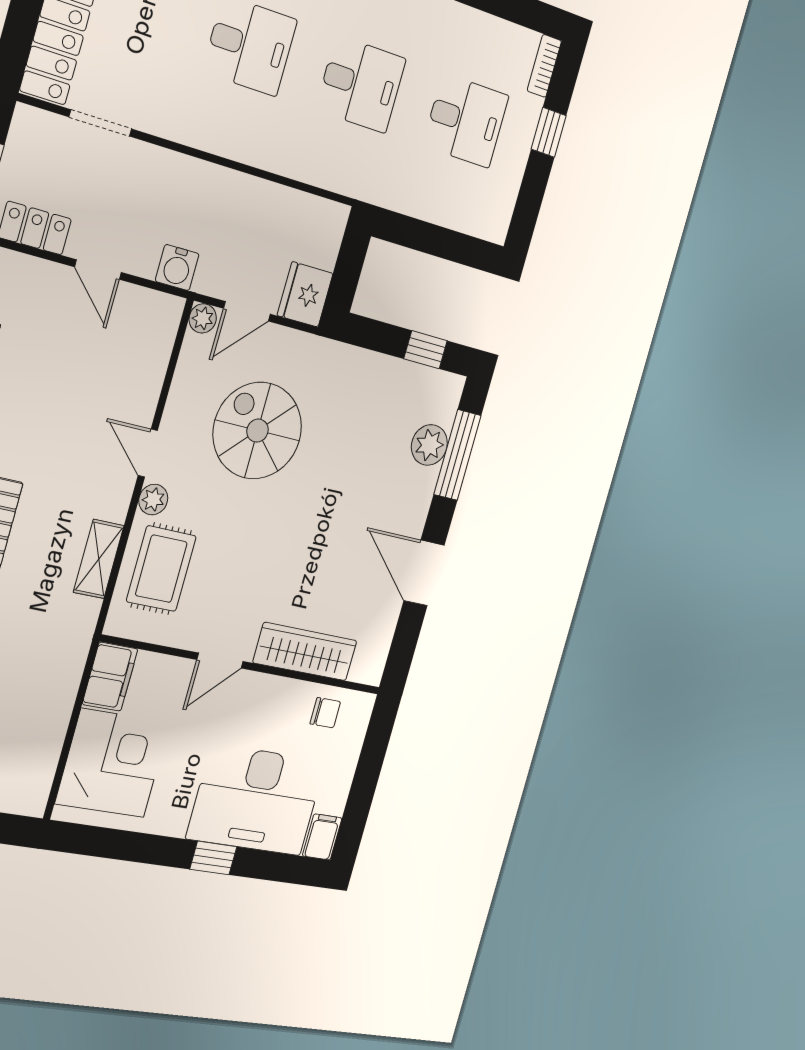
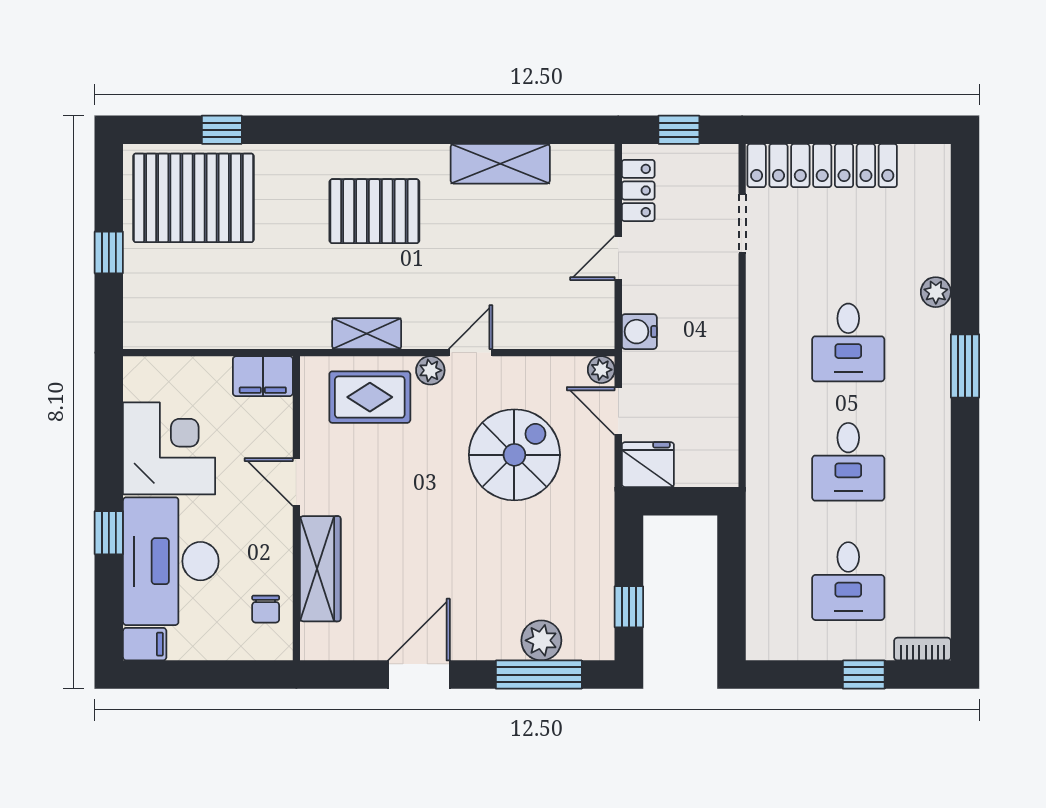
corner desk: (112, 763) -> (169, 448), moved, turned -90

